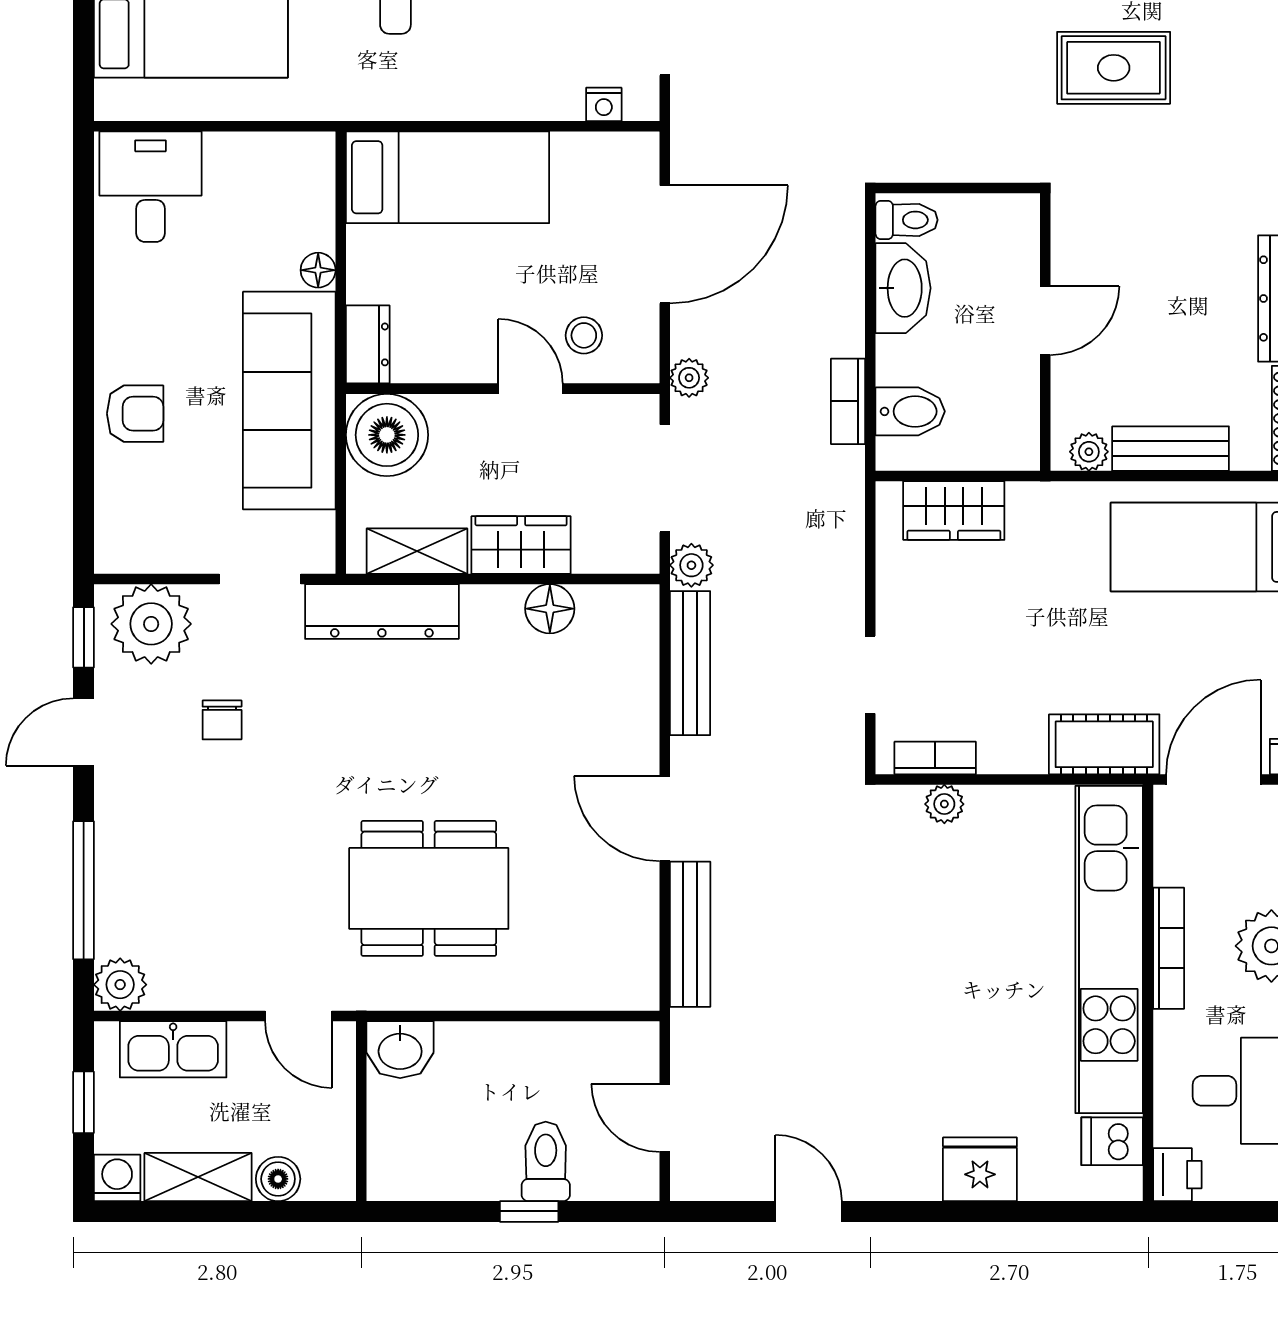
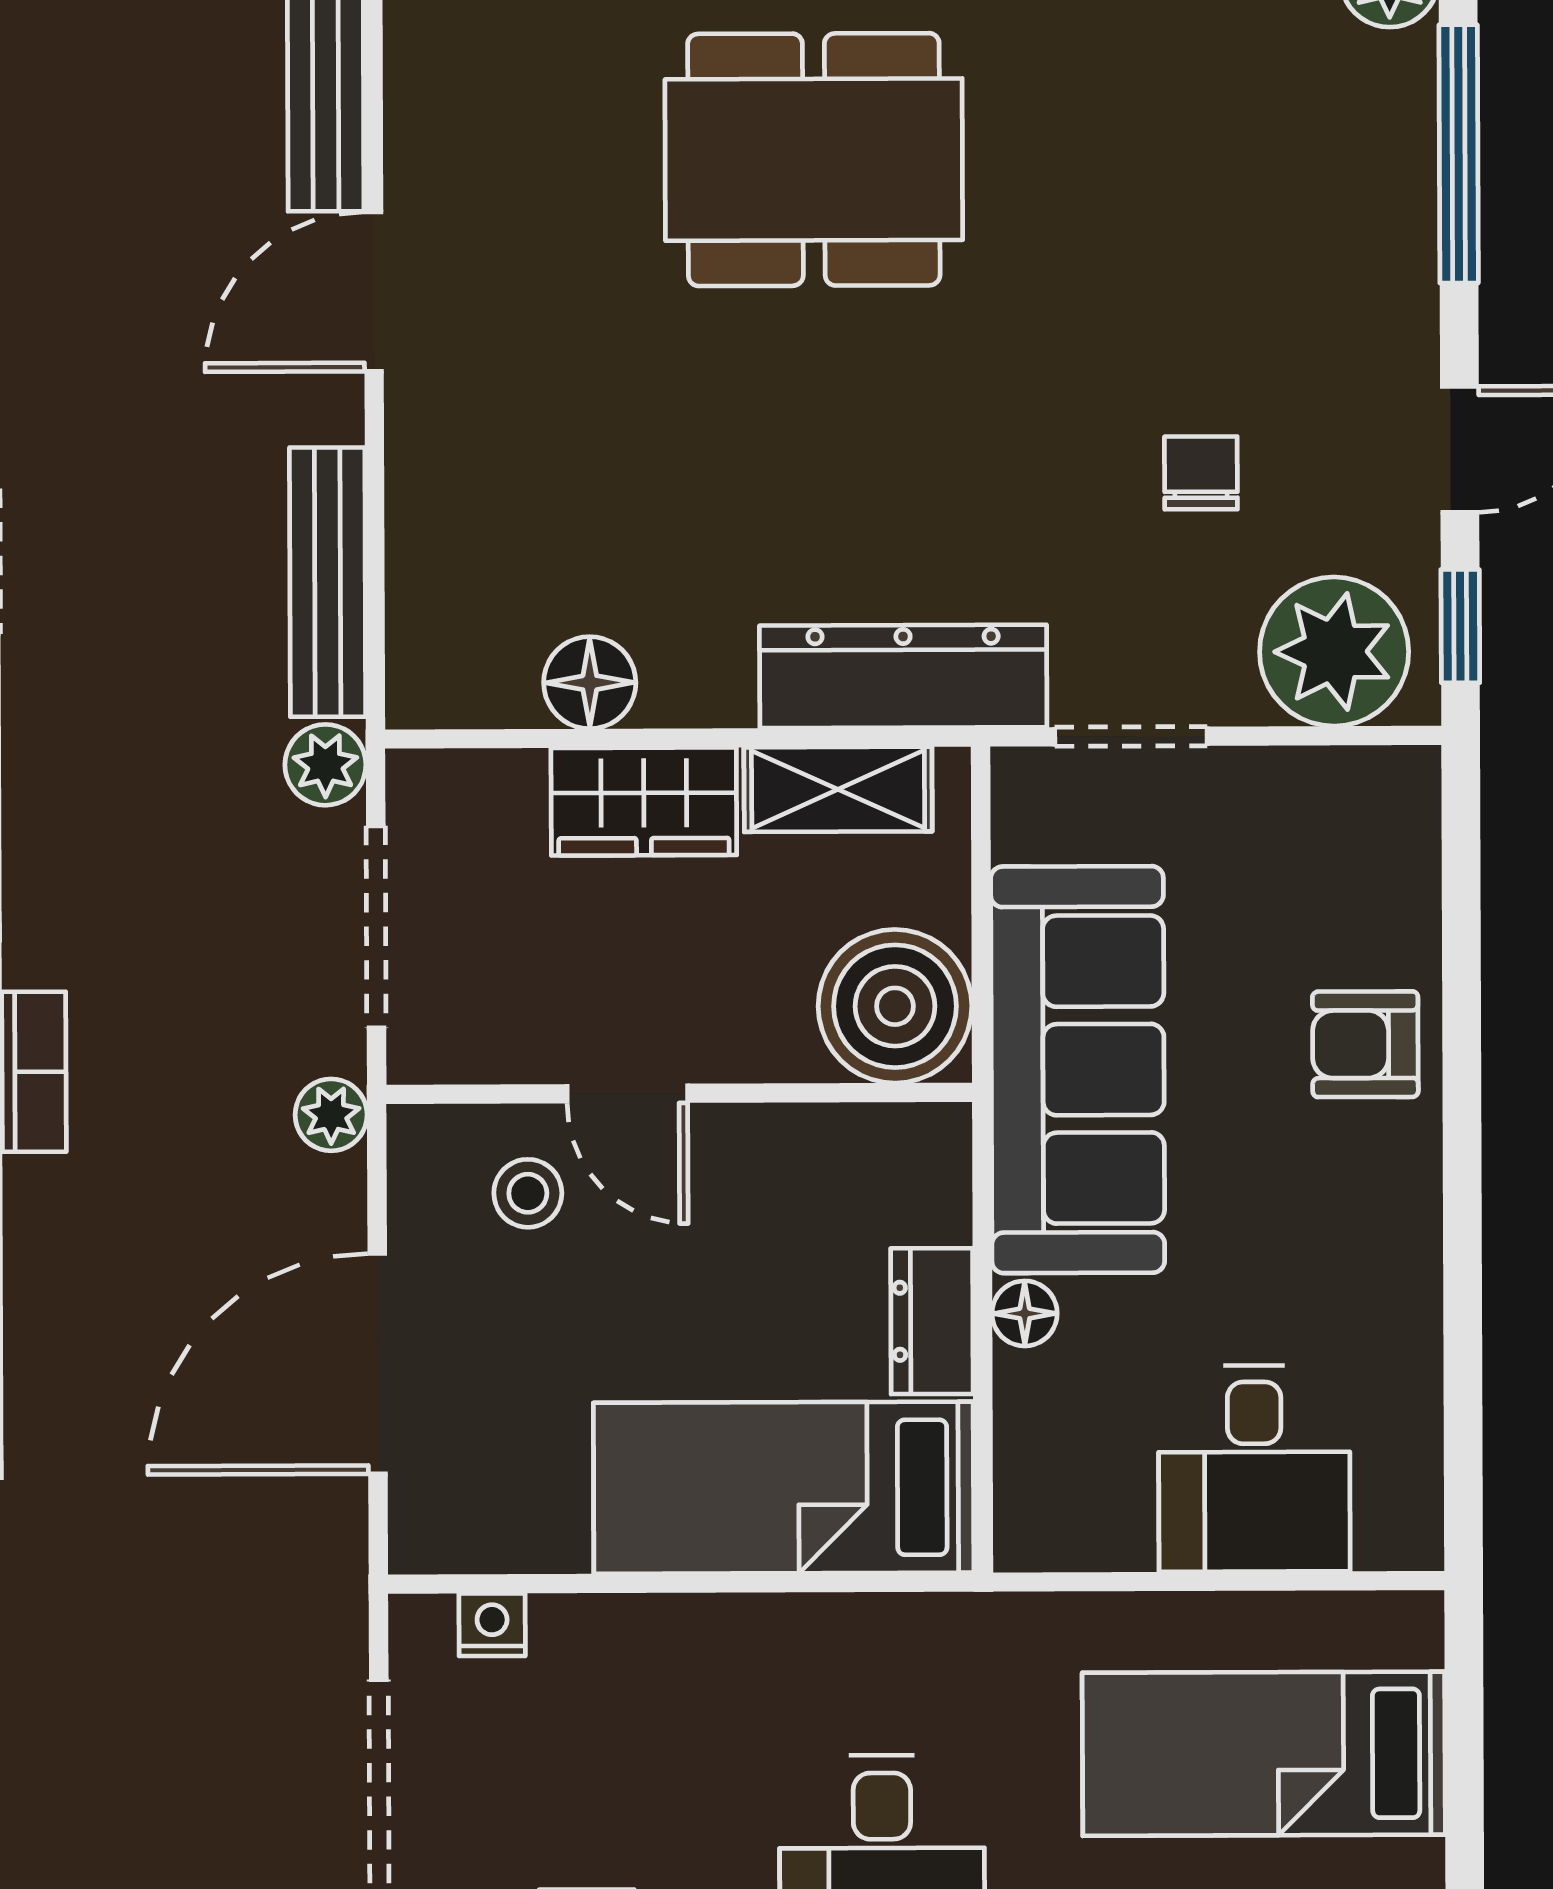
desk: (150, 187) -> (1254, 1468), moved
dresser: (368, 344) -> (932, 1321), moved
door: (665, 819) -> (374, 292), swing flipped

